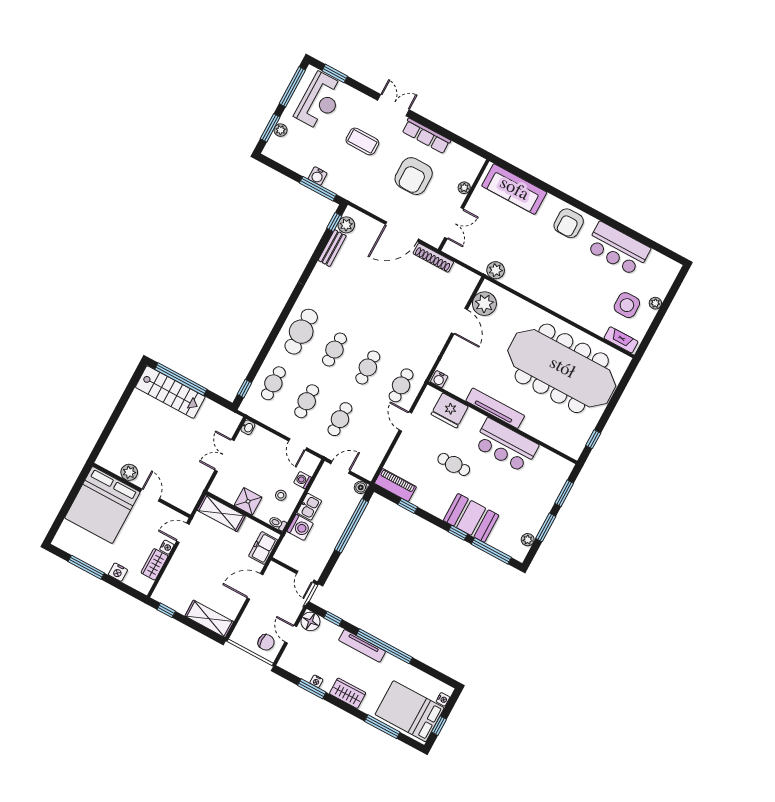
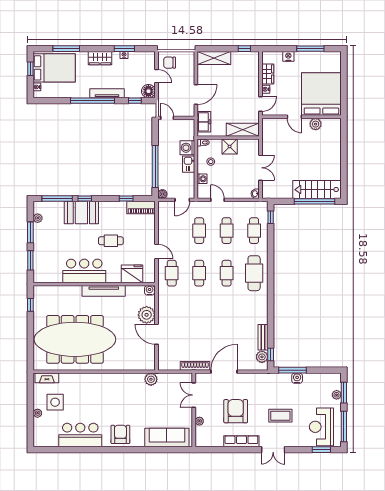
plant: (484, 304) -> (147, 315), moved

